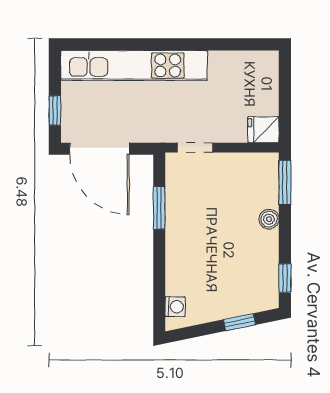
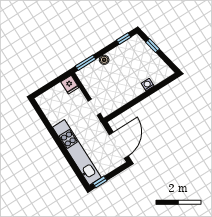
window: (55, 110) -> (100, 182), moved
window: (159, 208) -> (127, 106), removed
washing machine: (175, 307) -> (148, 85), moved

